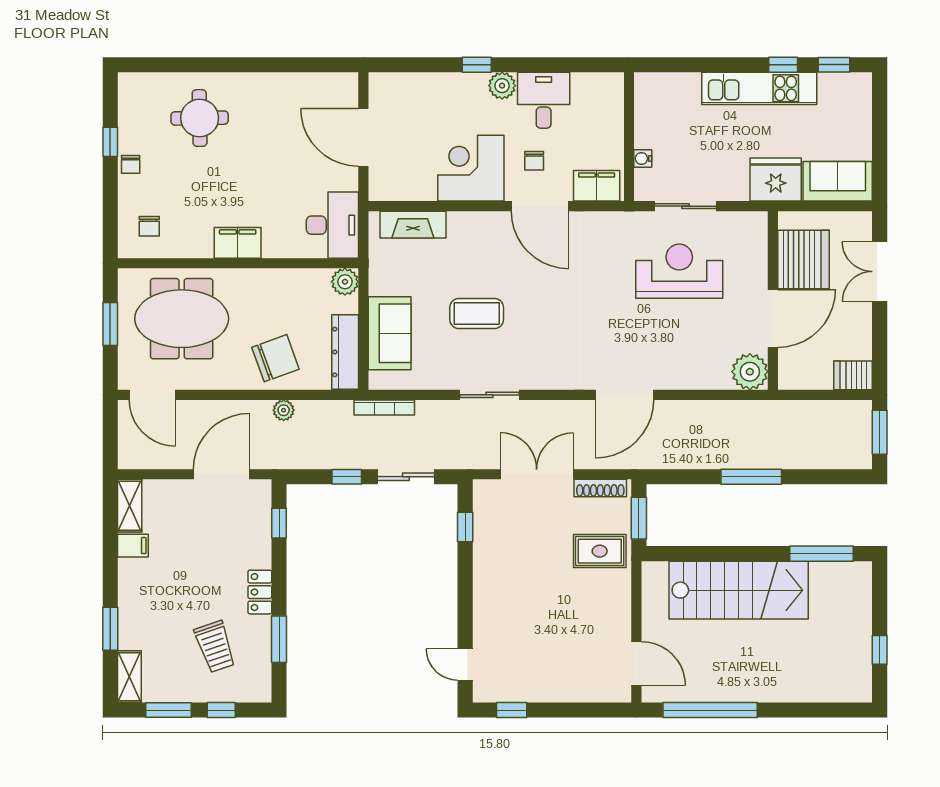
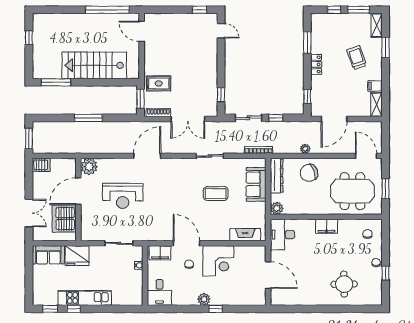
desk: (544, 100) -> (159, 292), moved
reception desk: (679, 271) -> (123, 196), moved
trolley: (215, 647) -> (357, 58), moved

